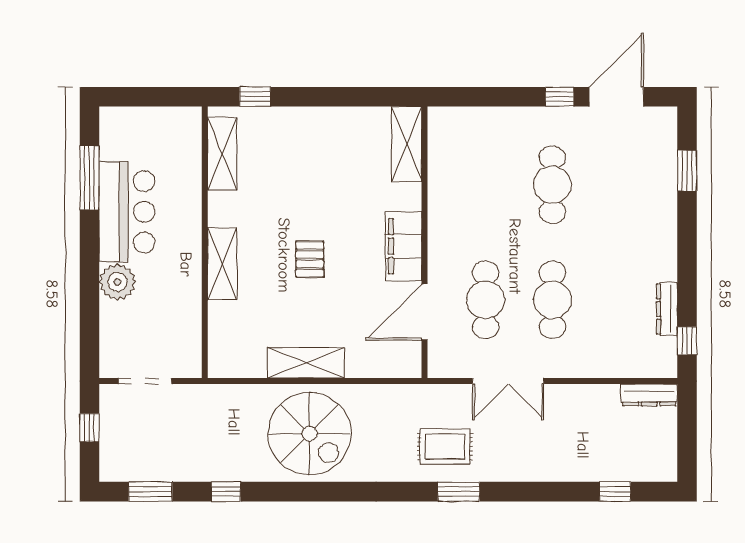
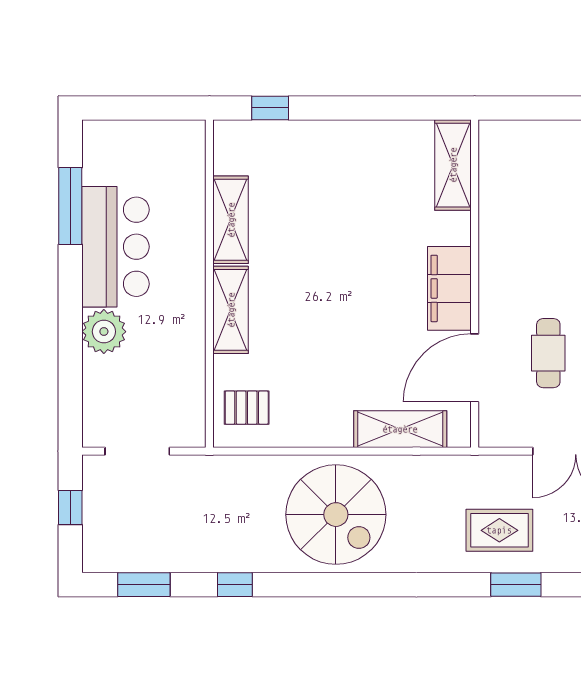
shelving: (222, 154) -> (231, 220), moved
pallet: (310, 259) -> (247, 408), moved, turned 90
cafe table: (486, 300) -> (548, 353), width x0.73, depth x0.74
shelving: (306, 363) -> (400, 429), moved

